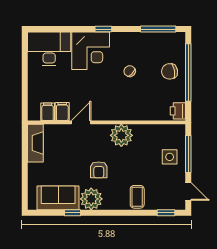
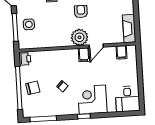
desk: (49, 49) -> (128, 99), width x0.73
filing cabinet: (62, 112) -> (84, 55), moved
plant: (121, 135) -> (79, 37), moved

